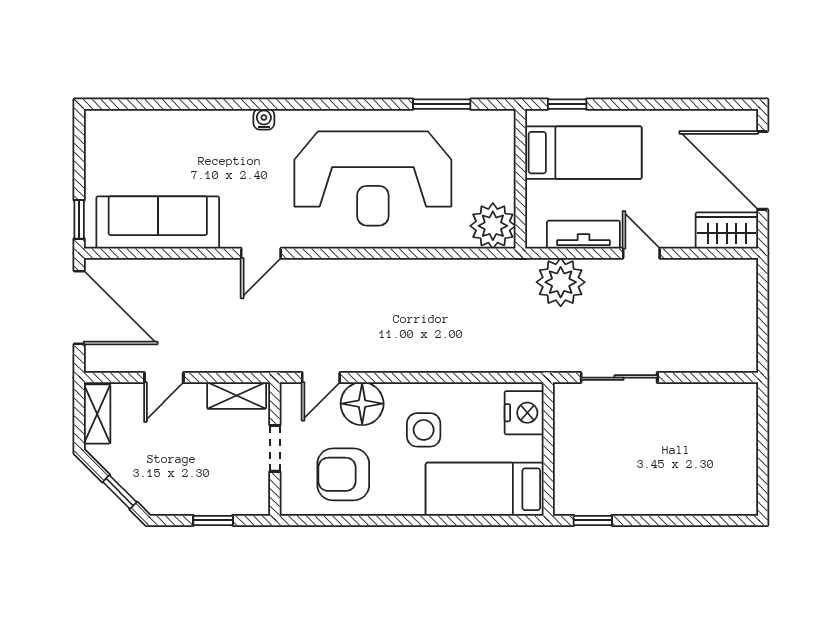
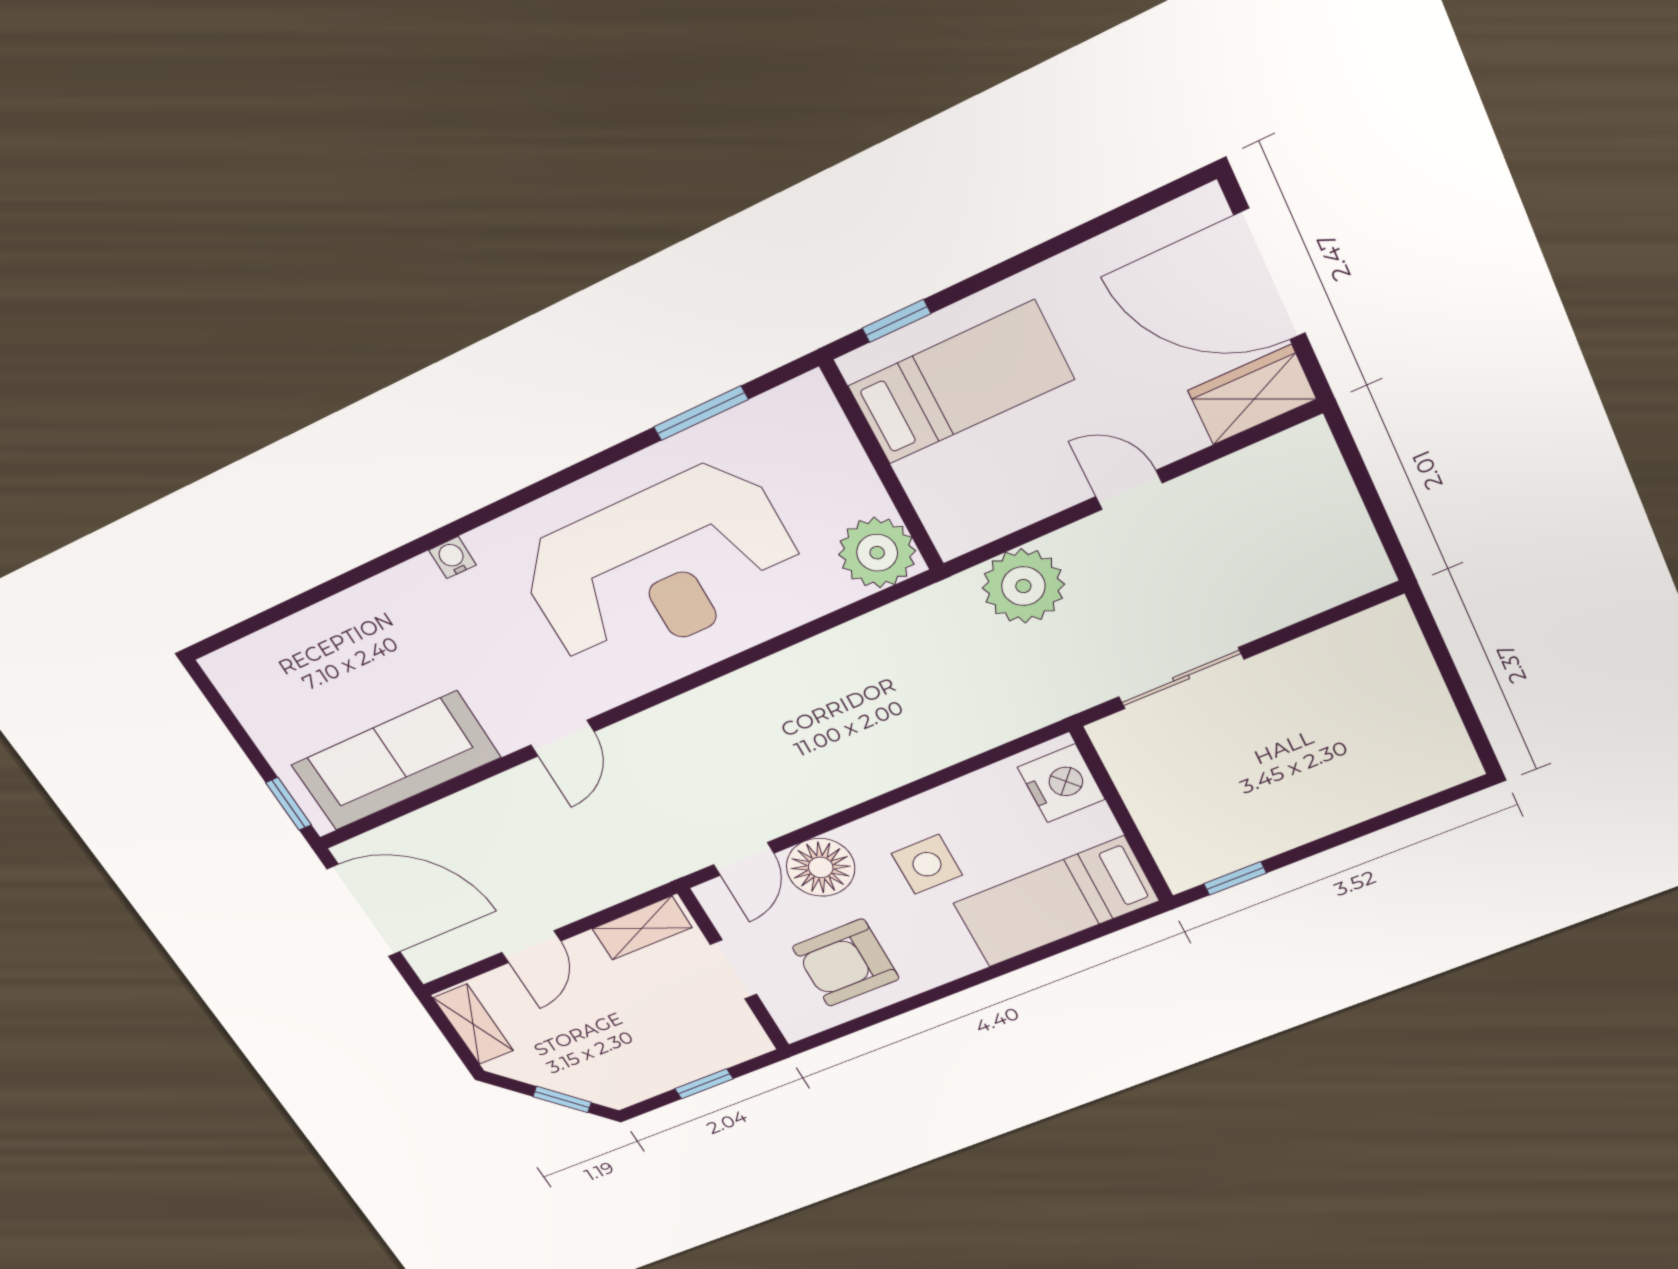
tv unit: (583, 235) -> (1024, 503), removed

